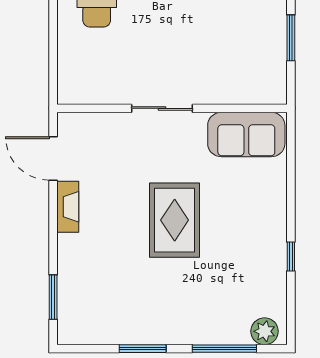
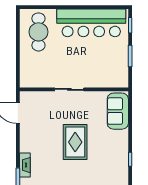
sofa: (246, 134) -> (118, 111), moved, turned 90
fireplace: (68, 207) -> (25, 165), moved

